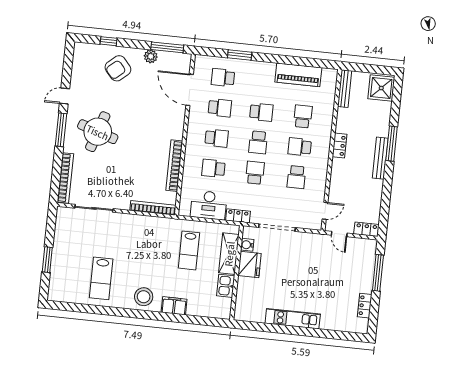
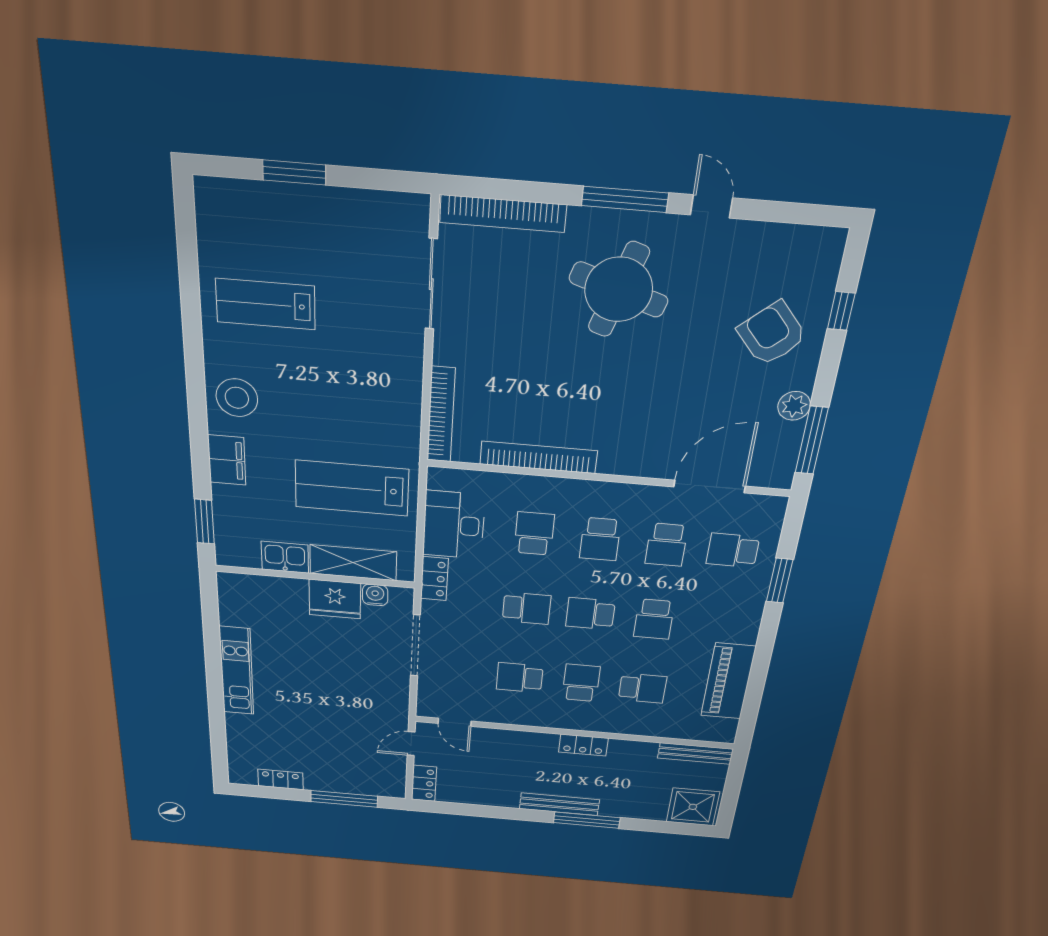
school desk: (223, 78) -> (733, 550), turned -90
lab bench: (189, 250) -> (352, 488), width x1.36, depth x1.39
window: (206, 321) -> (205, 522), added

